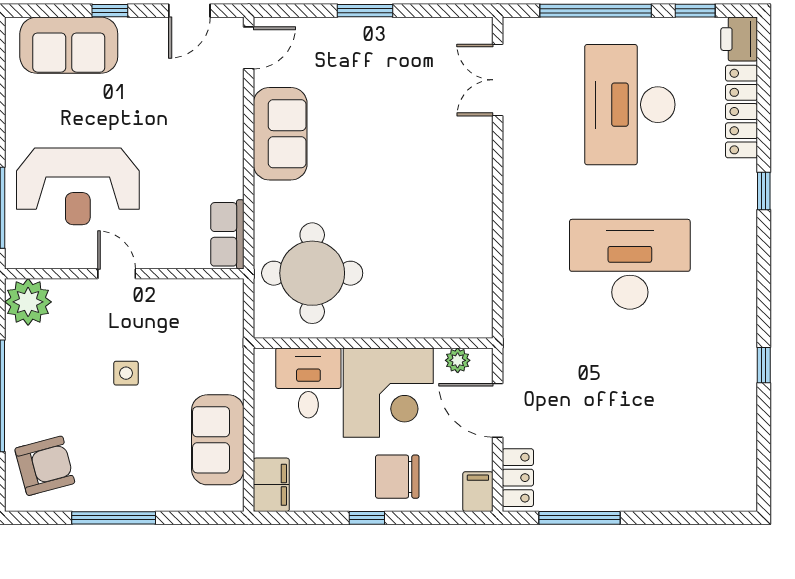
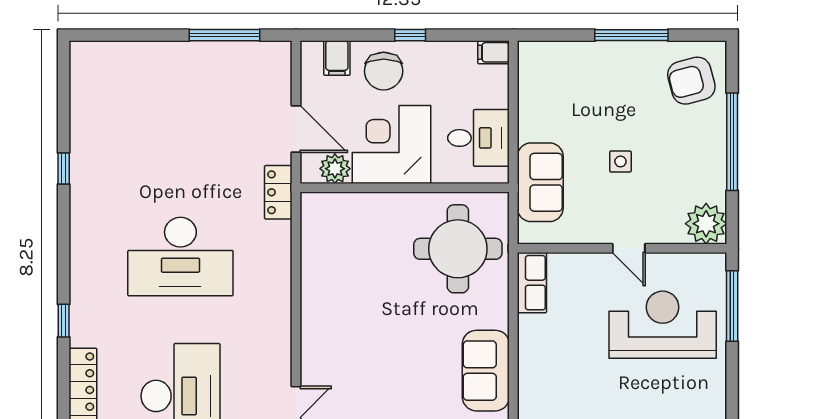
plant: (458, 360) -> (335, 169), width x1.38, depth x1.38
desk: (308, 383) -> (479, 138), moved, turned -90
sofa: (218, 440) -> (540, 182), moved
chair: (397, 477) -> (384, 71), turned 90
locker: (518, 478) -> (278, 192), moved
filing cabinet: (271, 485) -> (494, 52), width x0.50
filing cabinet: (478, 492) -> (337, 58), moved

